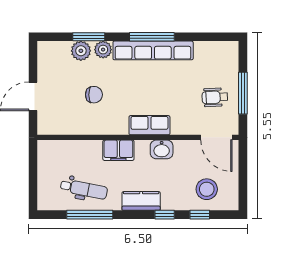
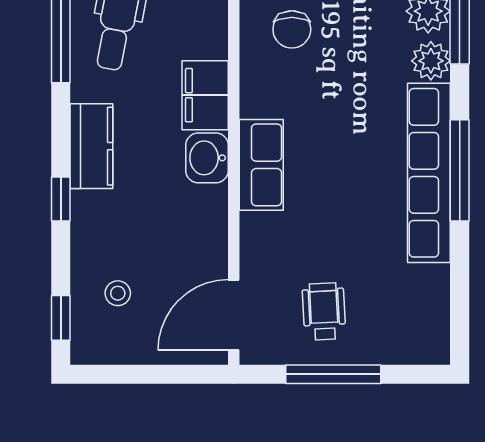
chair: (94, 95) -> (292, 29), moved
washbasin: (162, 149) -> (207, 158), moved
stool: (207, 189) -> (118, 293), width x0.53, depth x0.53
window: (200, 215) -> (61, 318), moved

